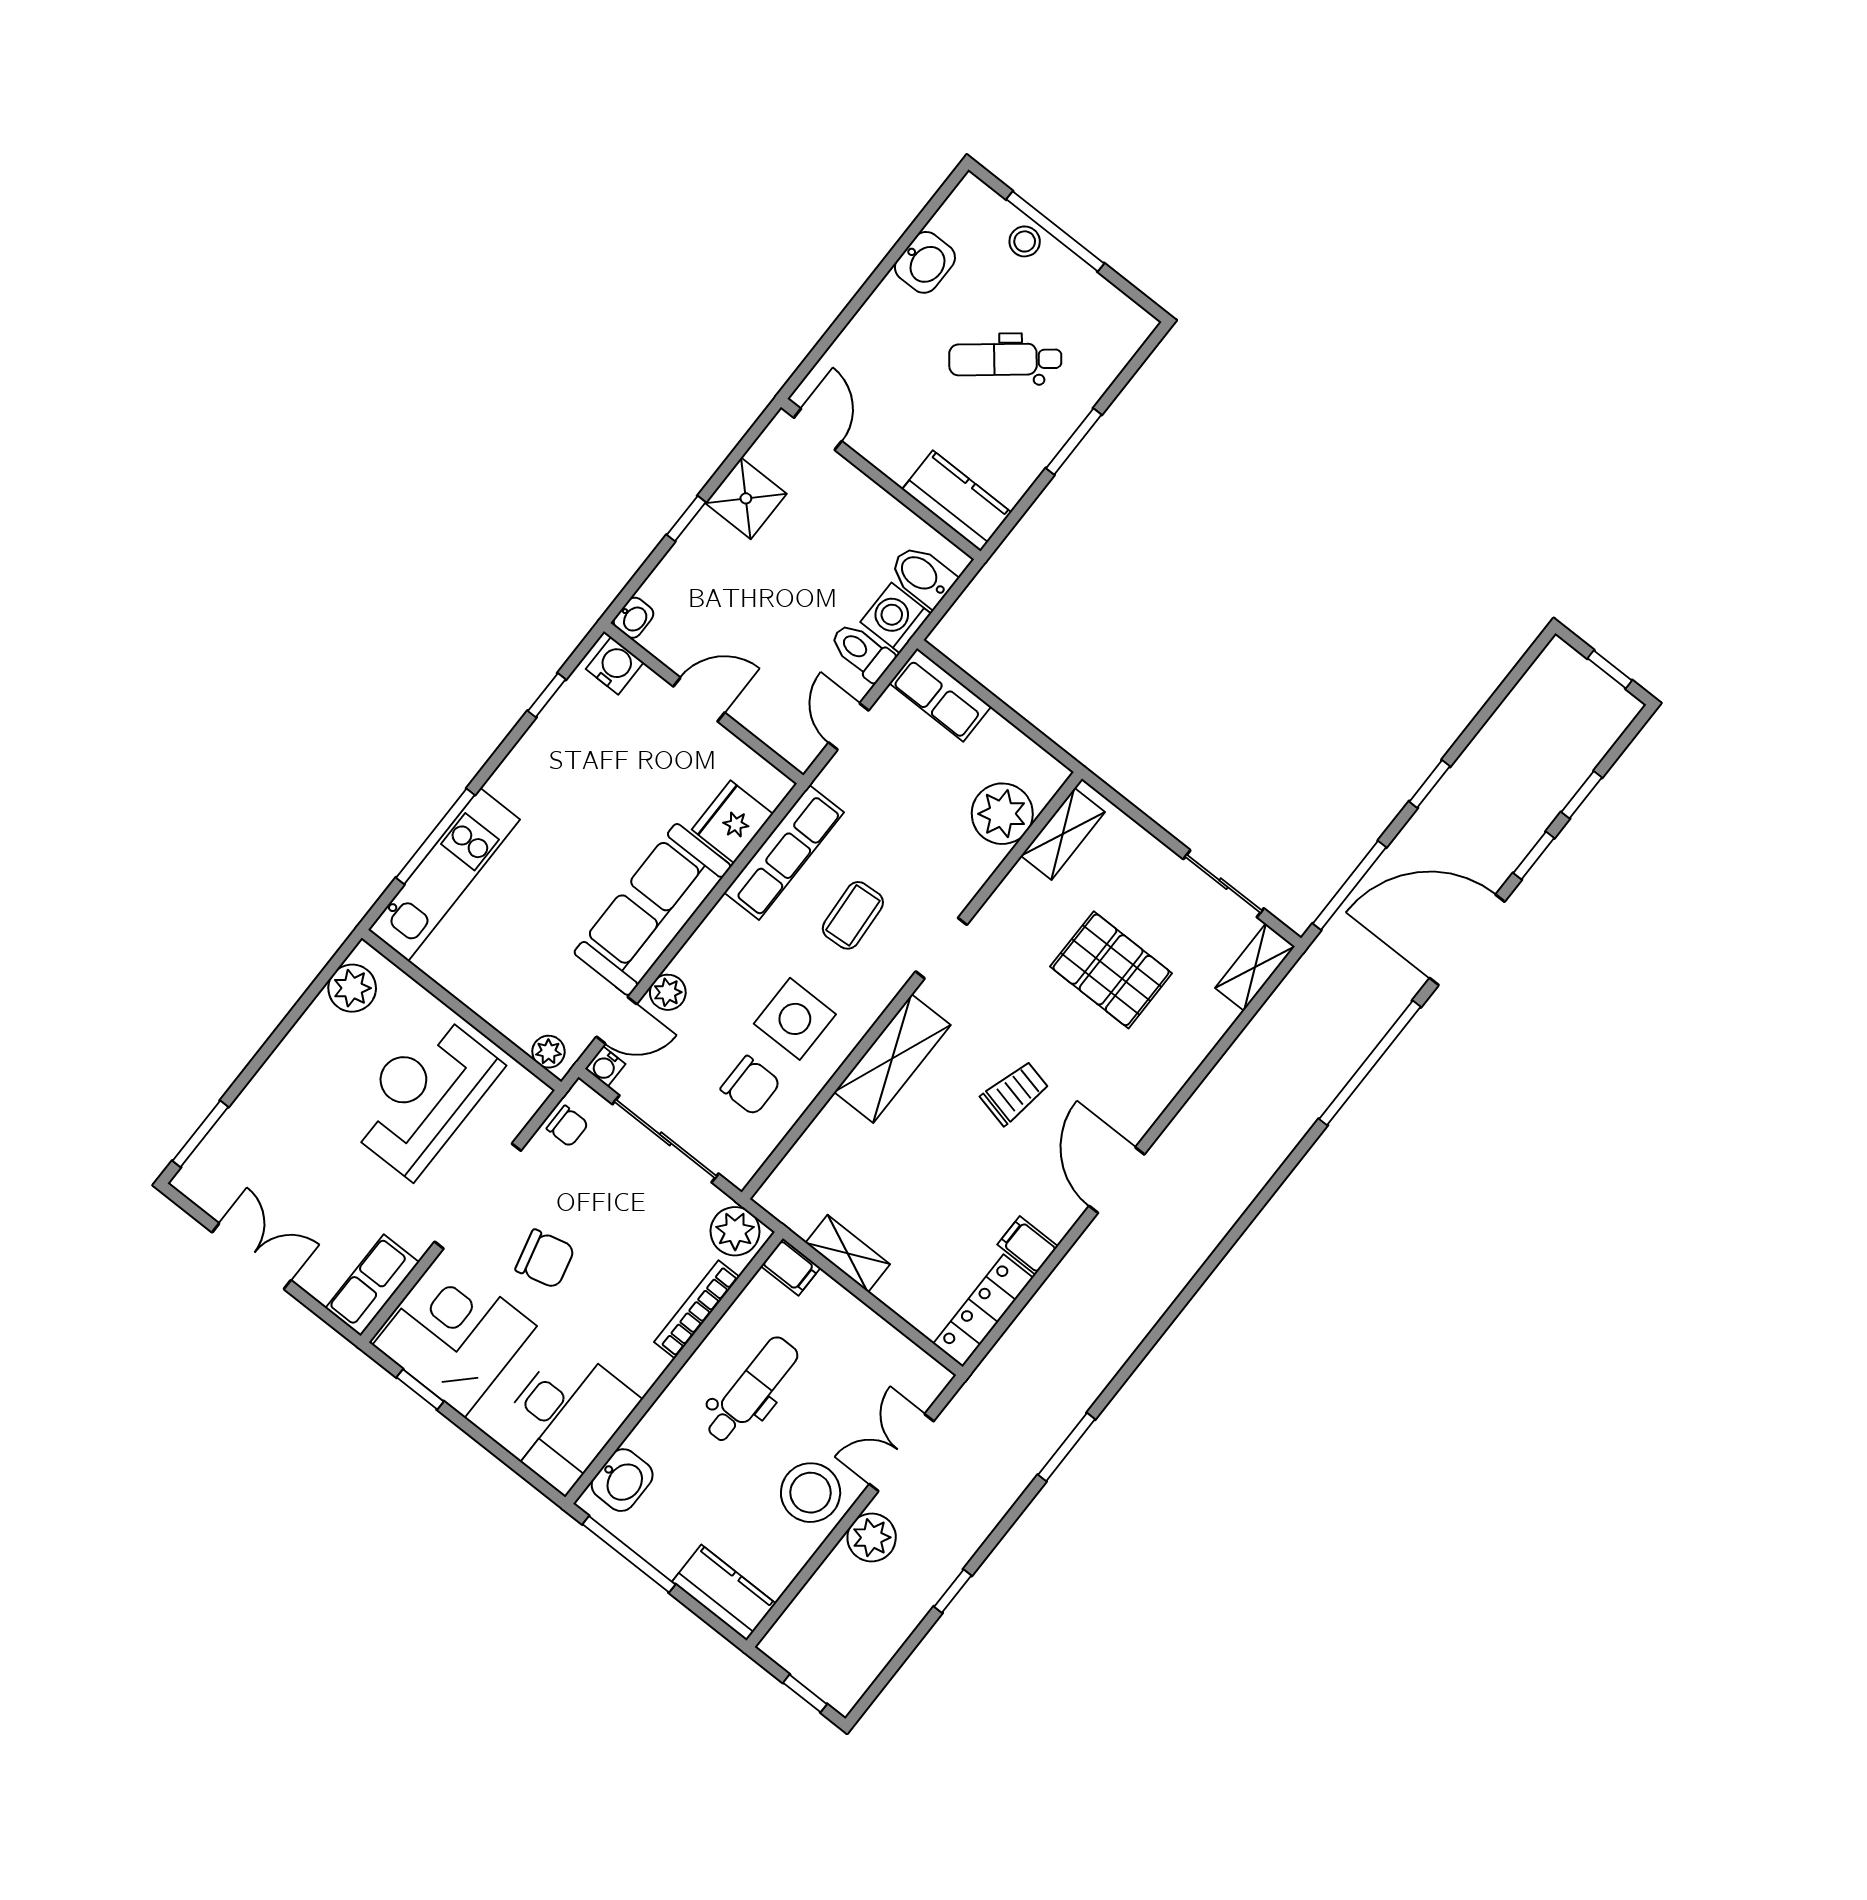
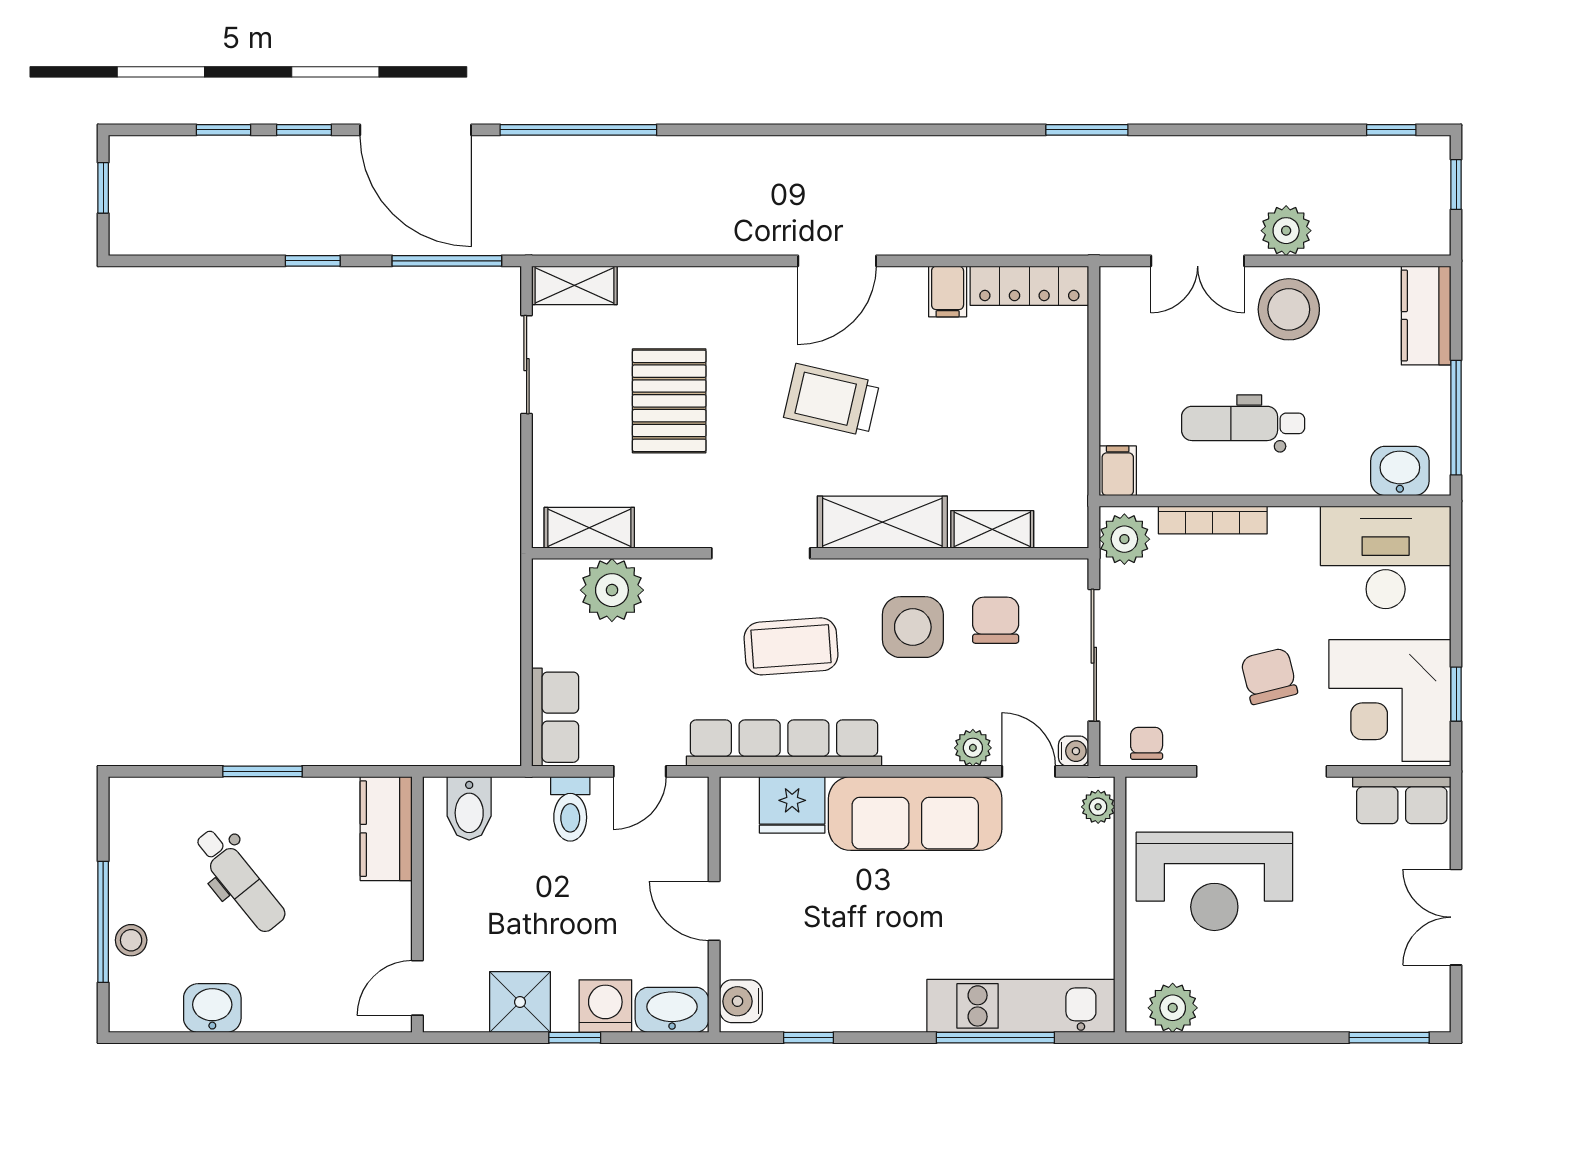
washbasin: (633, 618) -> (672, 1010), width x1.91, depth x1.45
washing machine: (896, 618) -> (605, 1006), moved, turned 180
row of seats: (784, 852) -> (784, 743), width x1.36
coffee table: (853, 915) -> (791, 646), width x1.36, depth x1.30
doorway: (941, 948) -> (761, 553), width x1.38
trolley: (1015, 1093) -> (832, 400), width x1.36, depth x1.39
shelving: (848, 1253) -> (992, 529), moved, turned 90
window: (953, 1591) -> (1391, 130), moved

